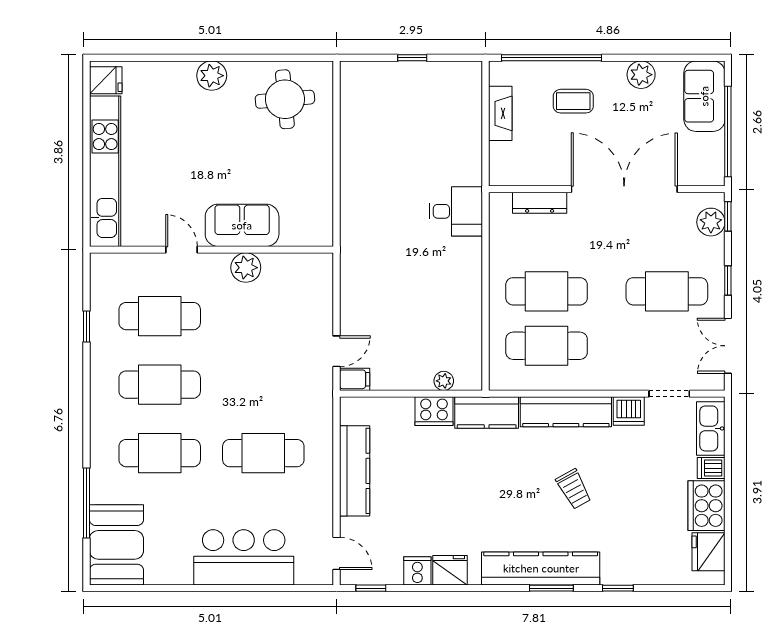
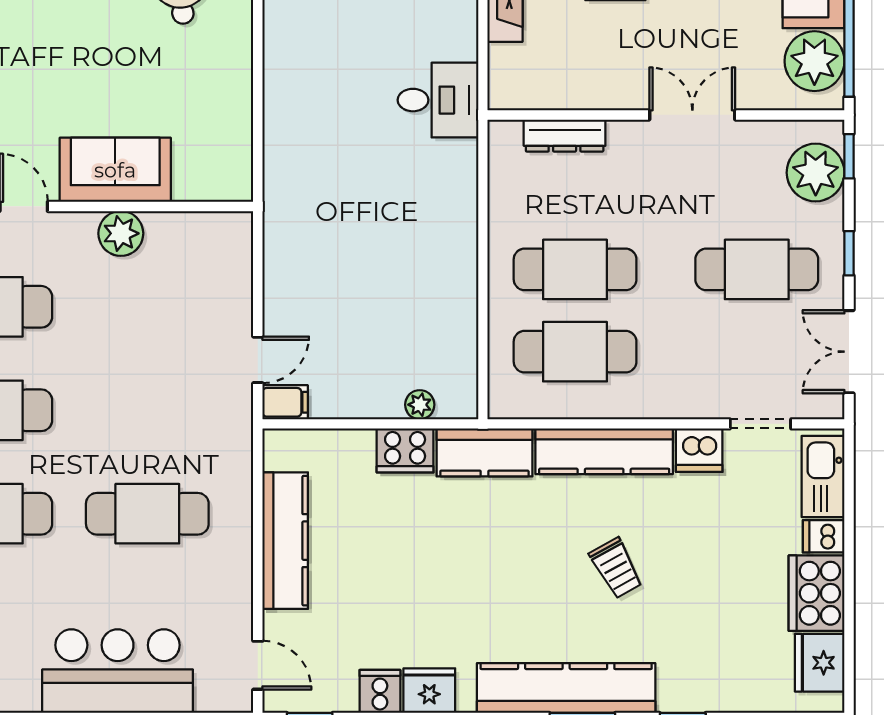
plant: (705, 153) -> (814, 61), added
double door: (624, 189) -> (692, 115), width x0.54
desk: (456, 211) -> (438, 100), moved
plant: (711, 222) -> (816, 173), width x1.36, depth x1.36

